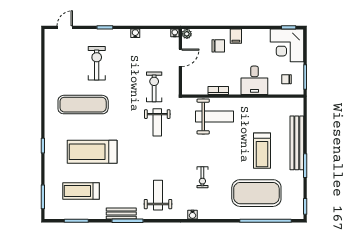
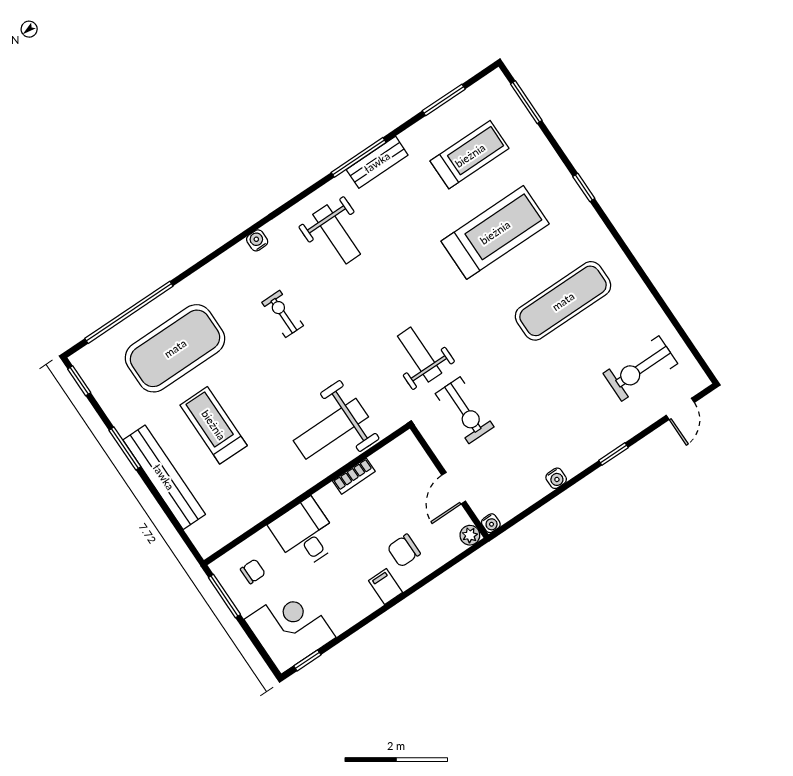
exercise bike: (97, 63) -> (640, 369), moved, turned 90

